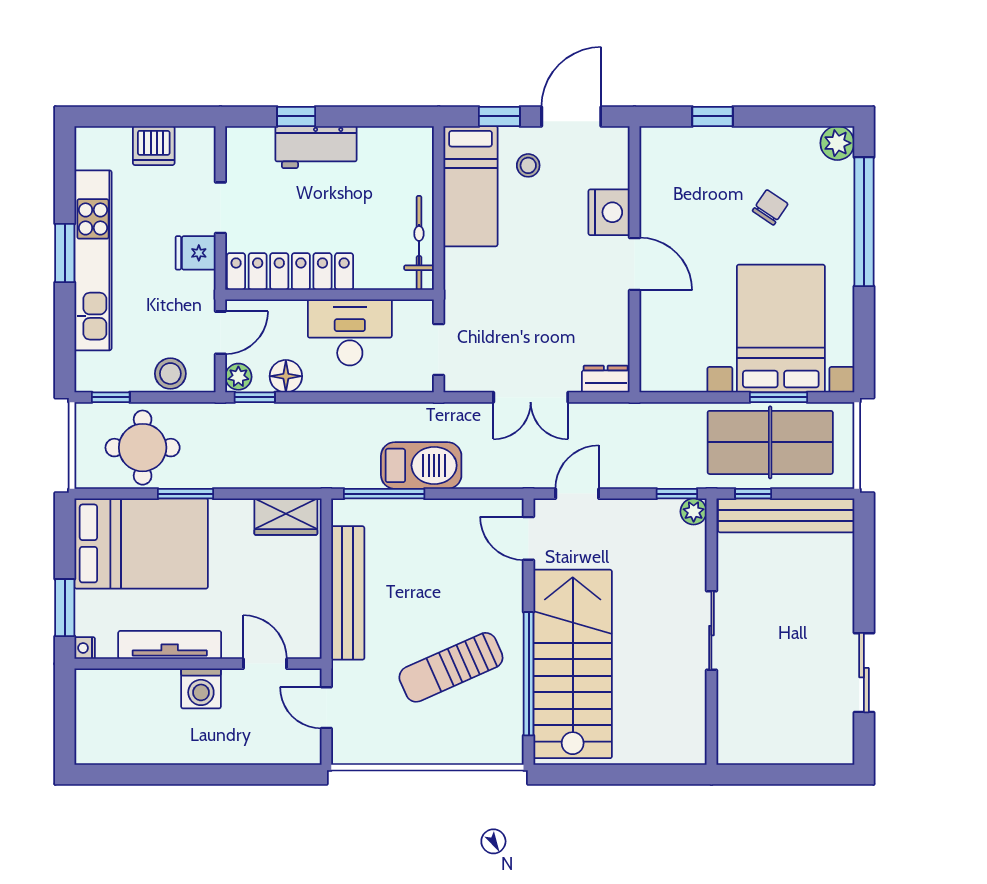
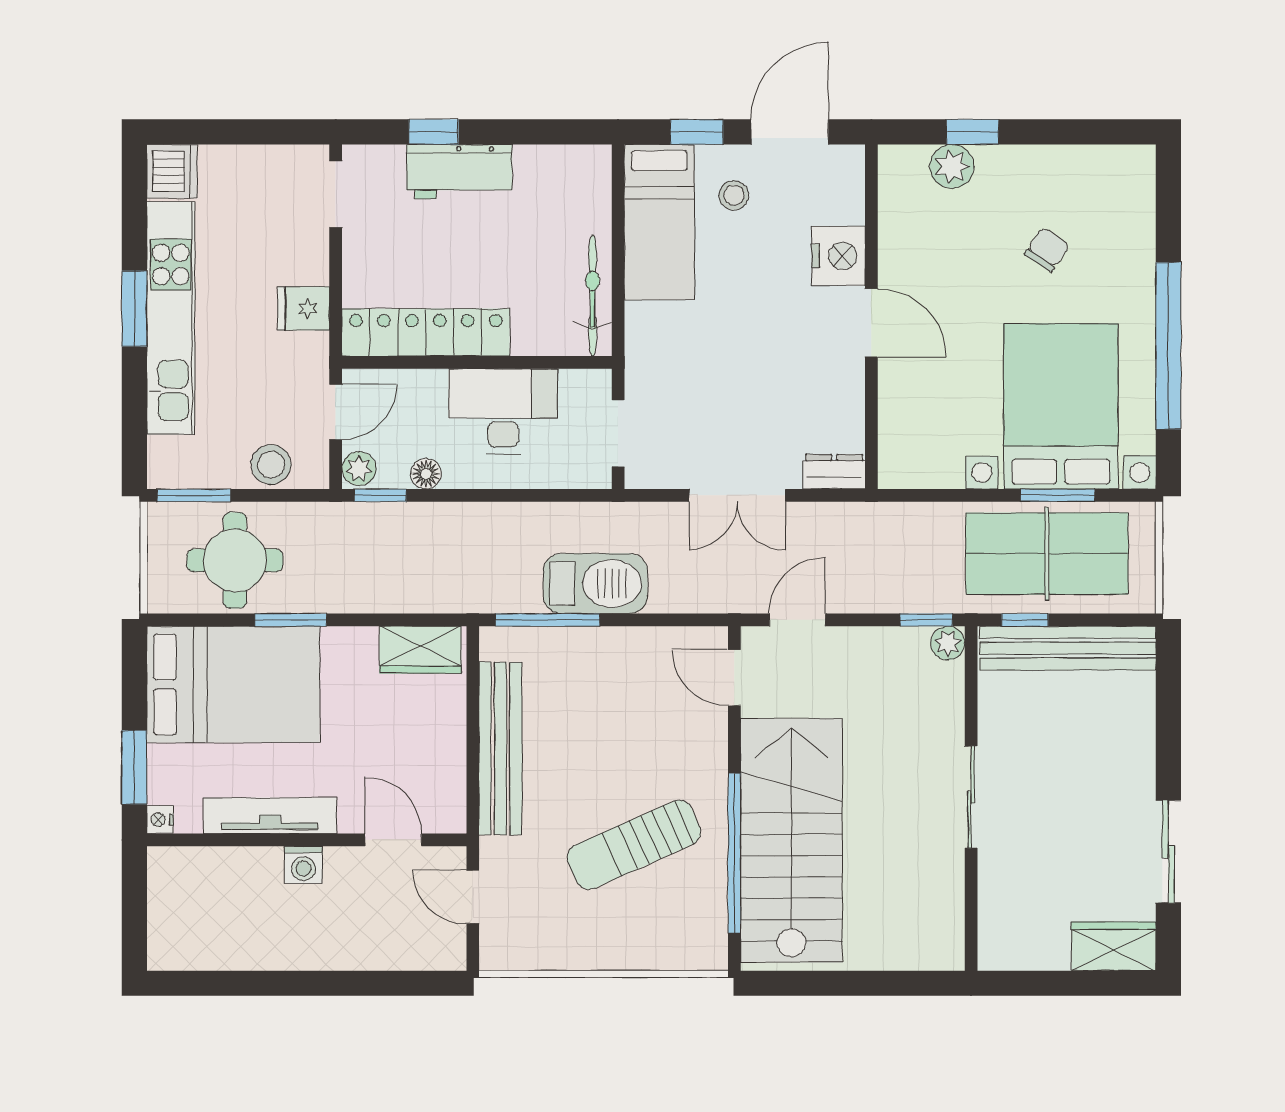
plant: (837, 143) -> (952, 166), moved
dishwasher: (154, 146) -> (172, 171), moved, turned -90
doorway: (220, 208) -> (336, 194), moved
window: (864, 222) -> (1168, 346), moved
floor lamp: (286, 376) -> (426, 474), width x0.73, depth x0.73
window: (111, 397) -> (194, 495), width x1.50
washing machine: (201, 688) -> (303, 865), width x0.73, depth x0.73
wardrobe: (822, 746) -> (1114, 946), added

